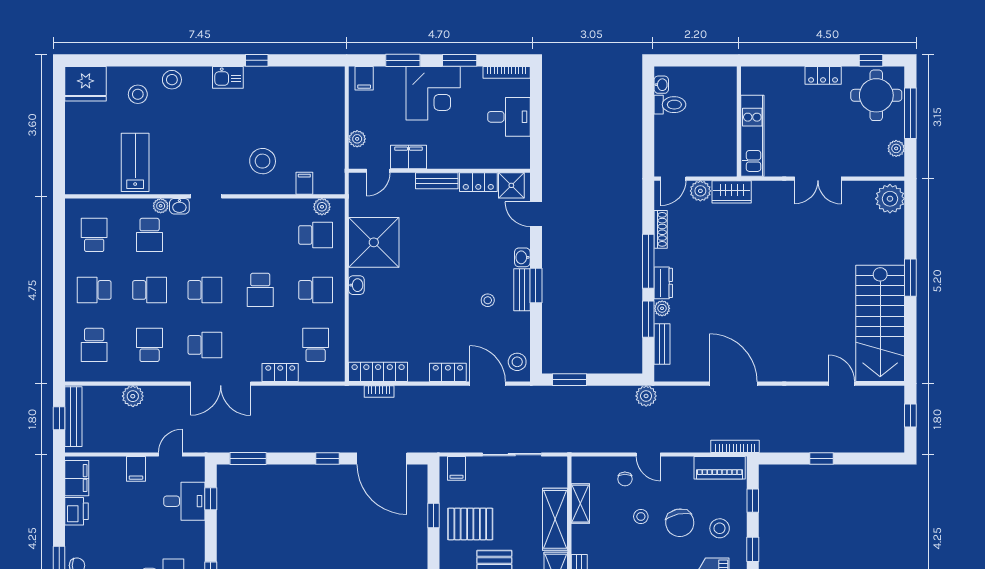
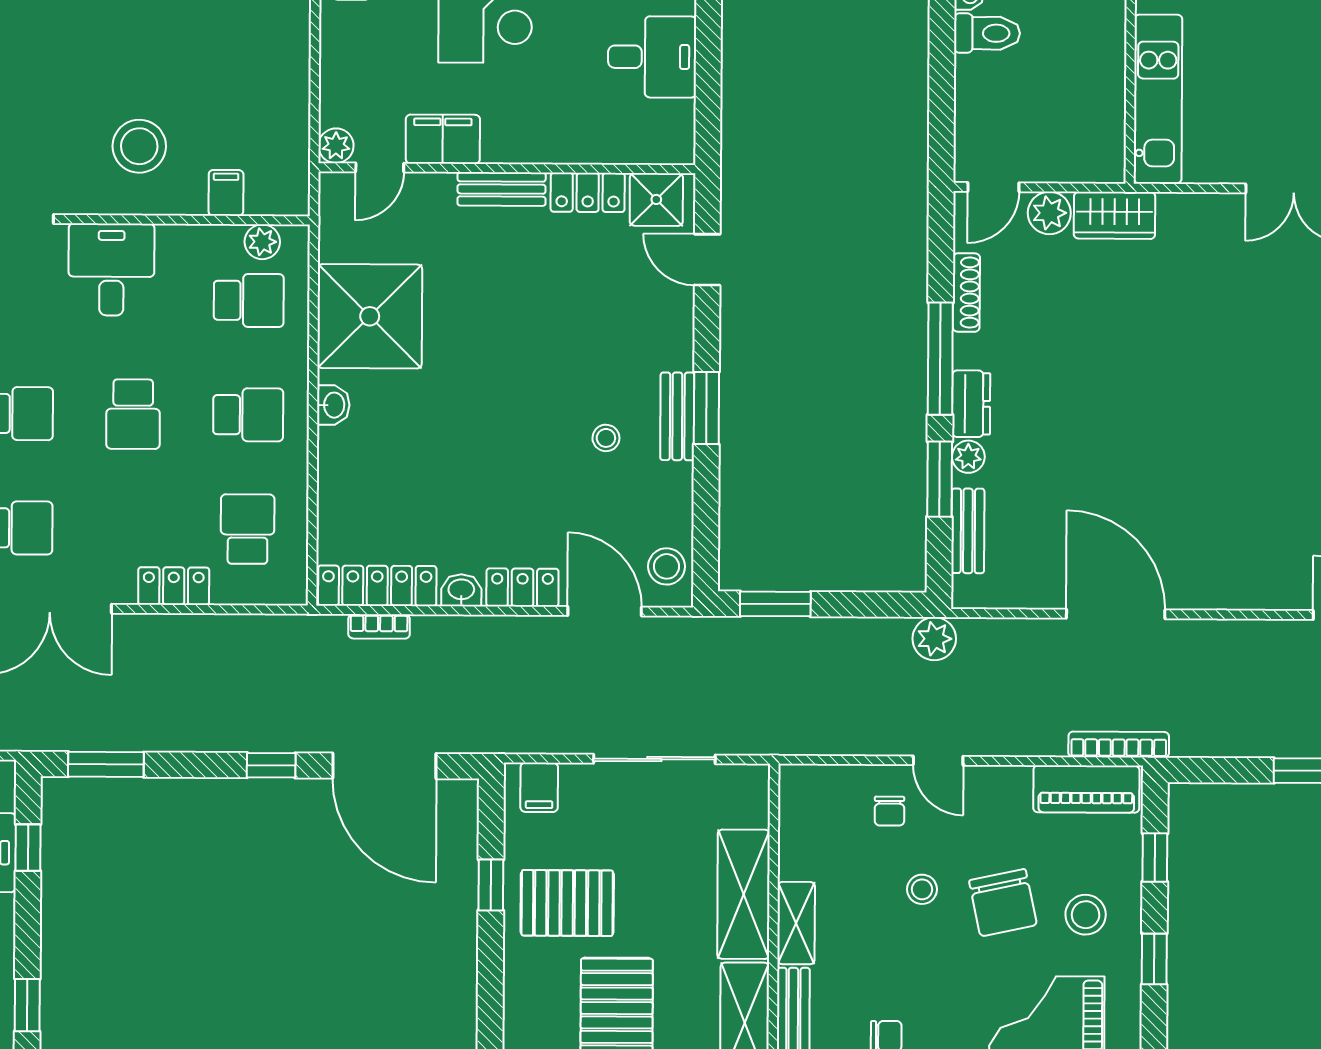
plant: (357, 139) -> (336, 146), moved
desk: (249, 220) -> (111, 270), added
washbasin: (522, 257) -> (461, 590), moved, turned 90
shelving: (580, 504) -> (796, 923), moved

